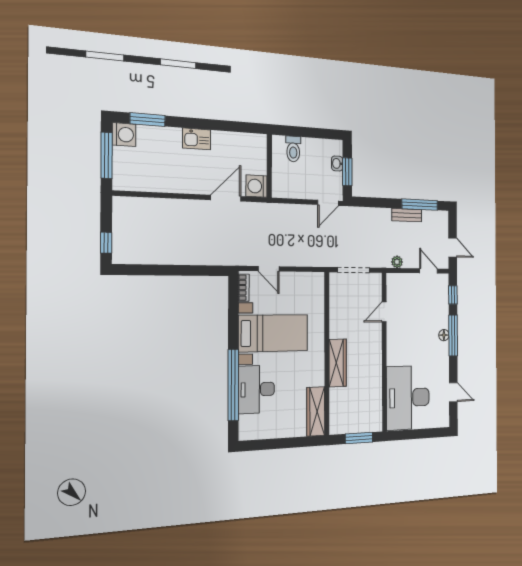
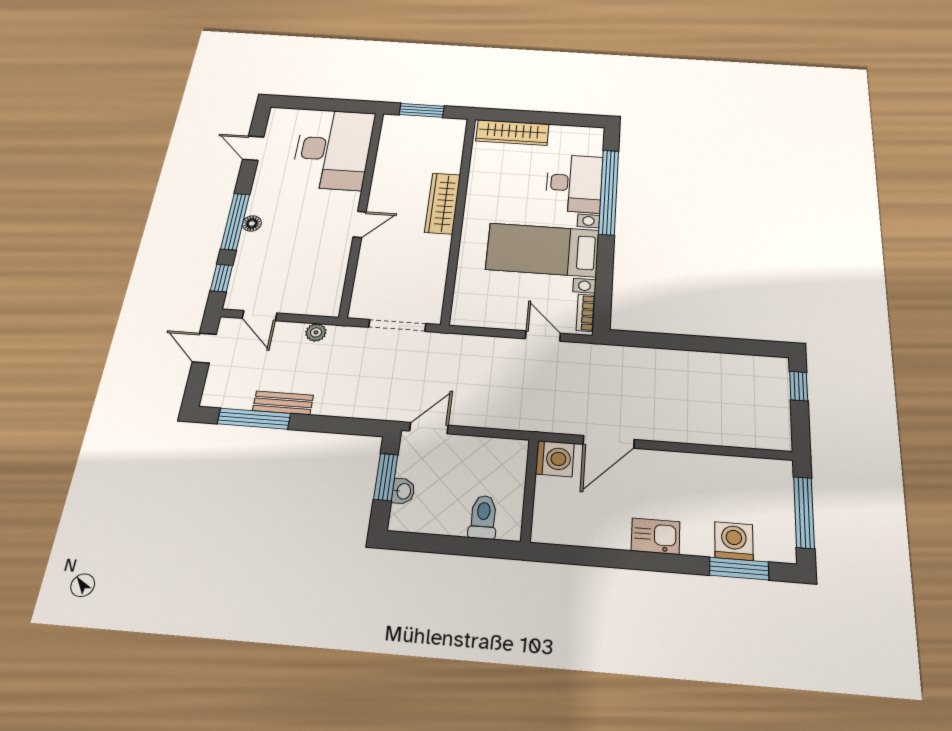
washing machine: (124, 135) -> (734, 541), moved, turned 90
door: (384, 312) -> (360, 224), moved
wardrobe: (316, 411) -> (512, 133), moved, turned 90

